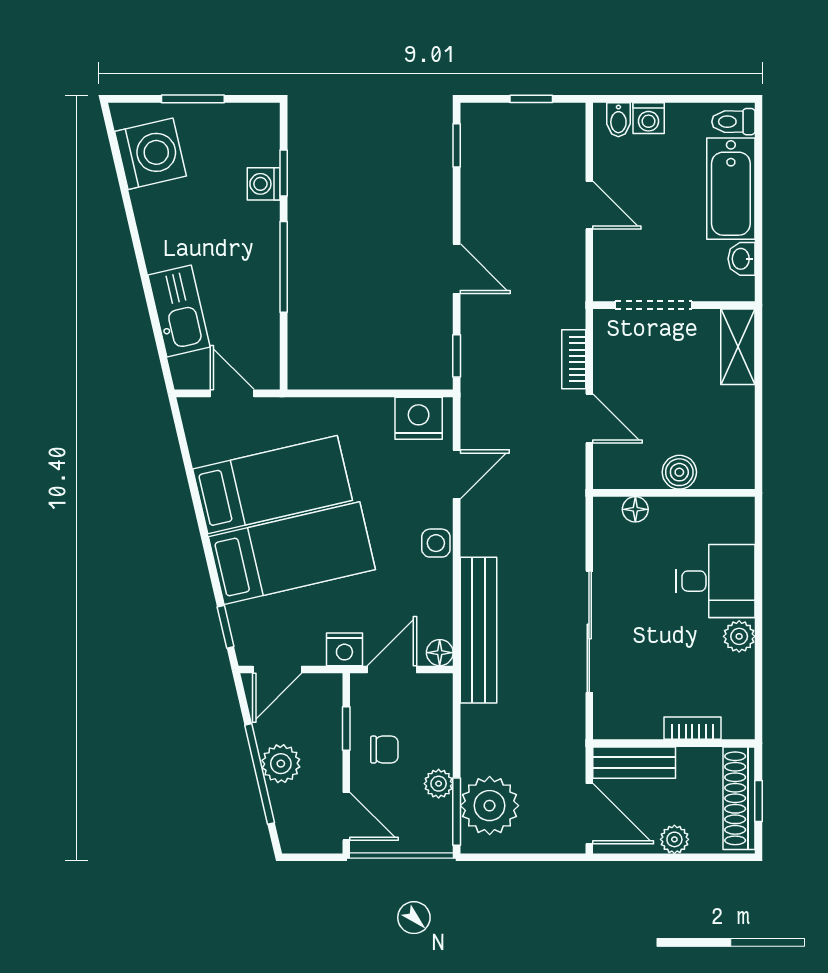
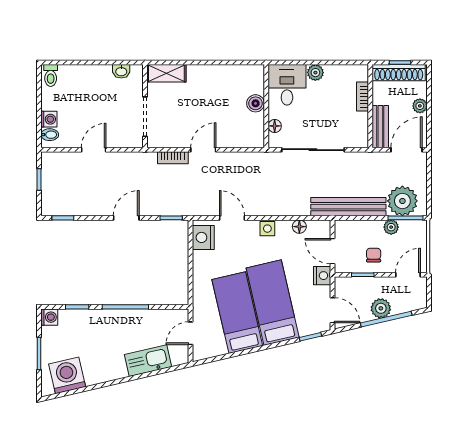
washing machine: (264, 184) -> (49, 317), moved, turned -90
bathtub: (731, 189) -> (85, 77), removed
boiler: (679, 472) -> (256, 103), moved
wall: (674, 493) -> (266, 106), moved
floor lamp: (635, 509) -> (275, 126), moved
bench: (479, 630) -> (348, 207), moved
floor lamp: (440, 653) -> (299, 227), moved

